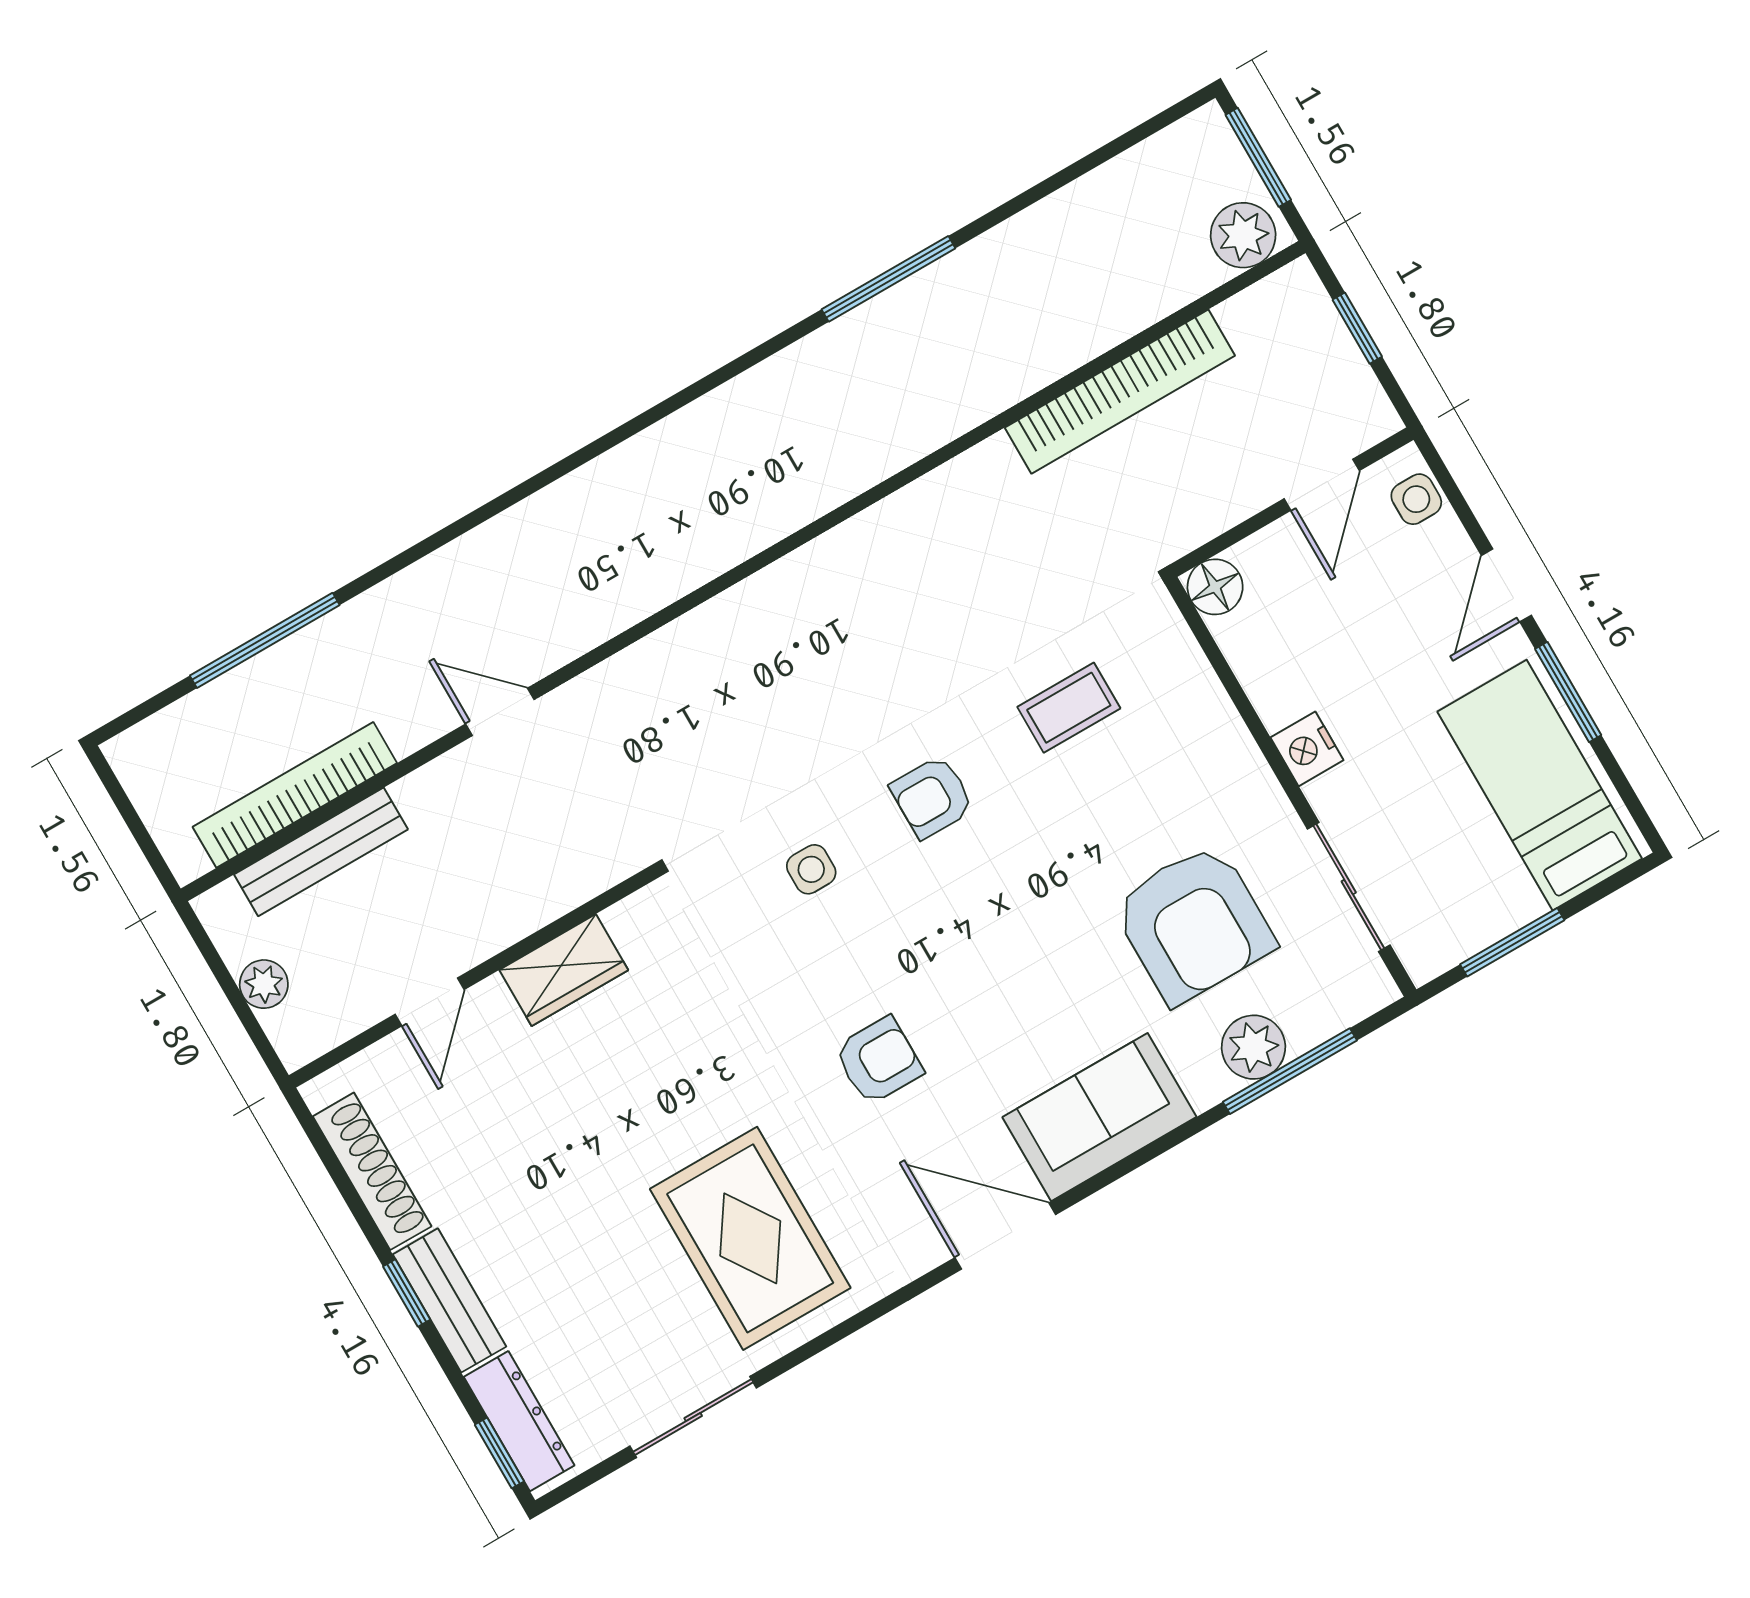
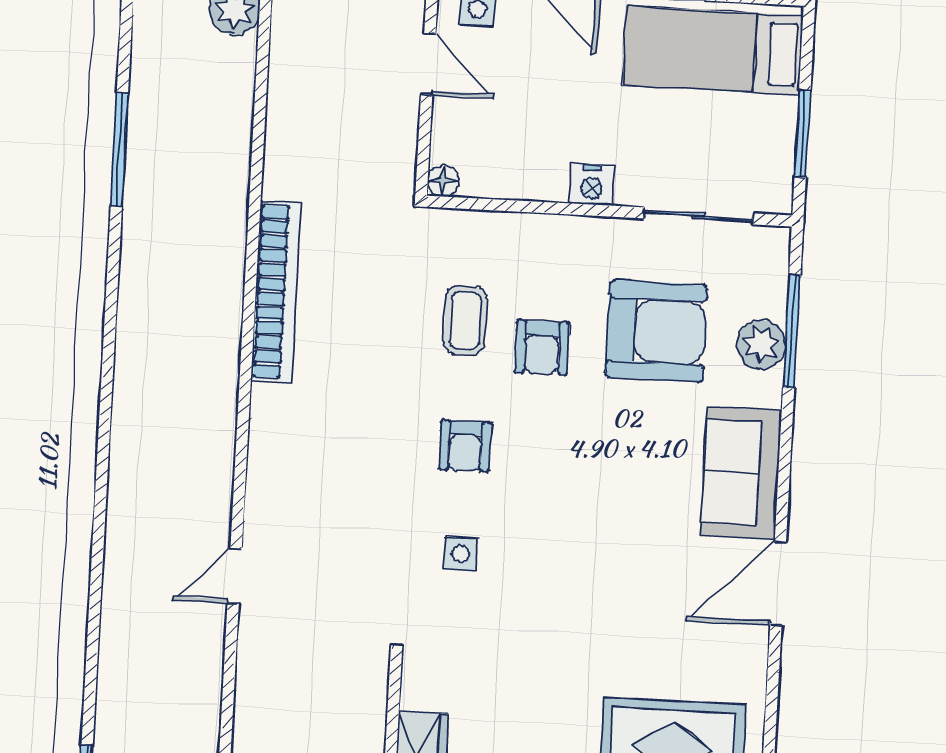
window: (888, 279) -> (119, 150), moved
bookcase: (1120, 392) -> (276, 292), moved
floor lamp: (1215, 587) -> (443, 181), width x0.73, depth x0.73
door: (500, 712) -> (235, 576), moved
armchair: (879, 1061) -> (542, 347), moved, turned 180

